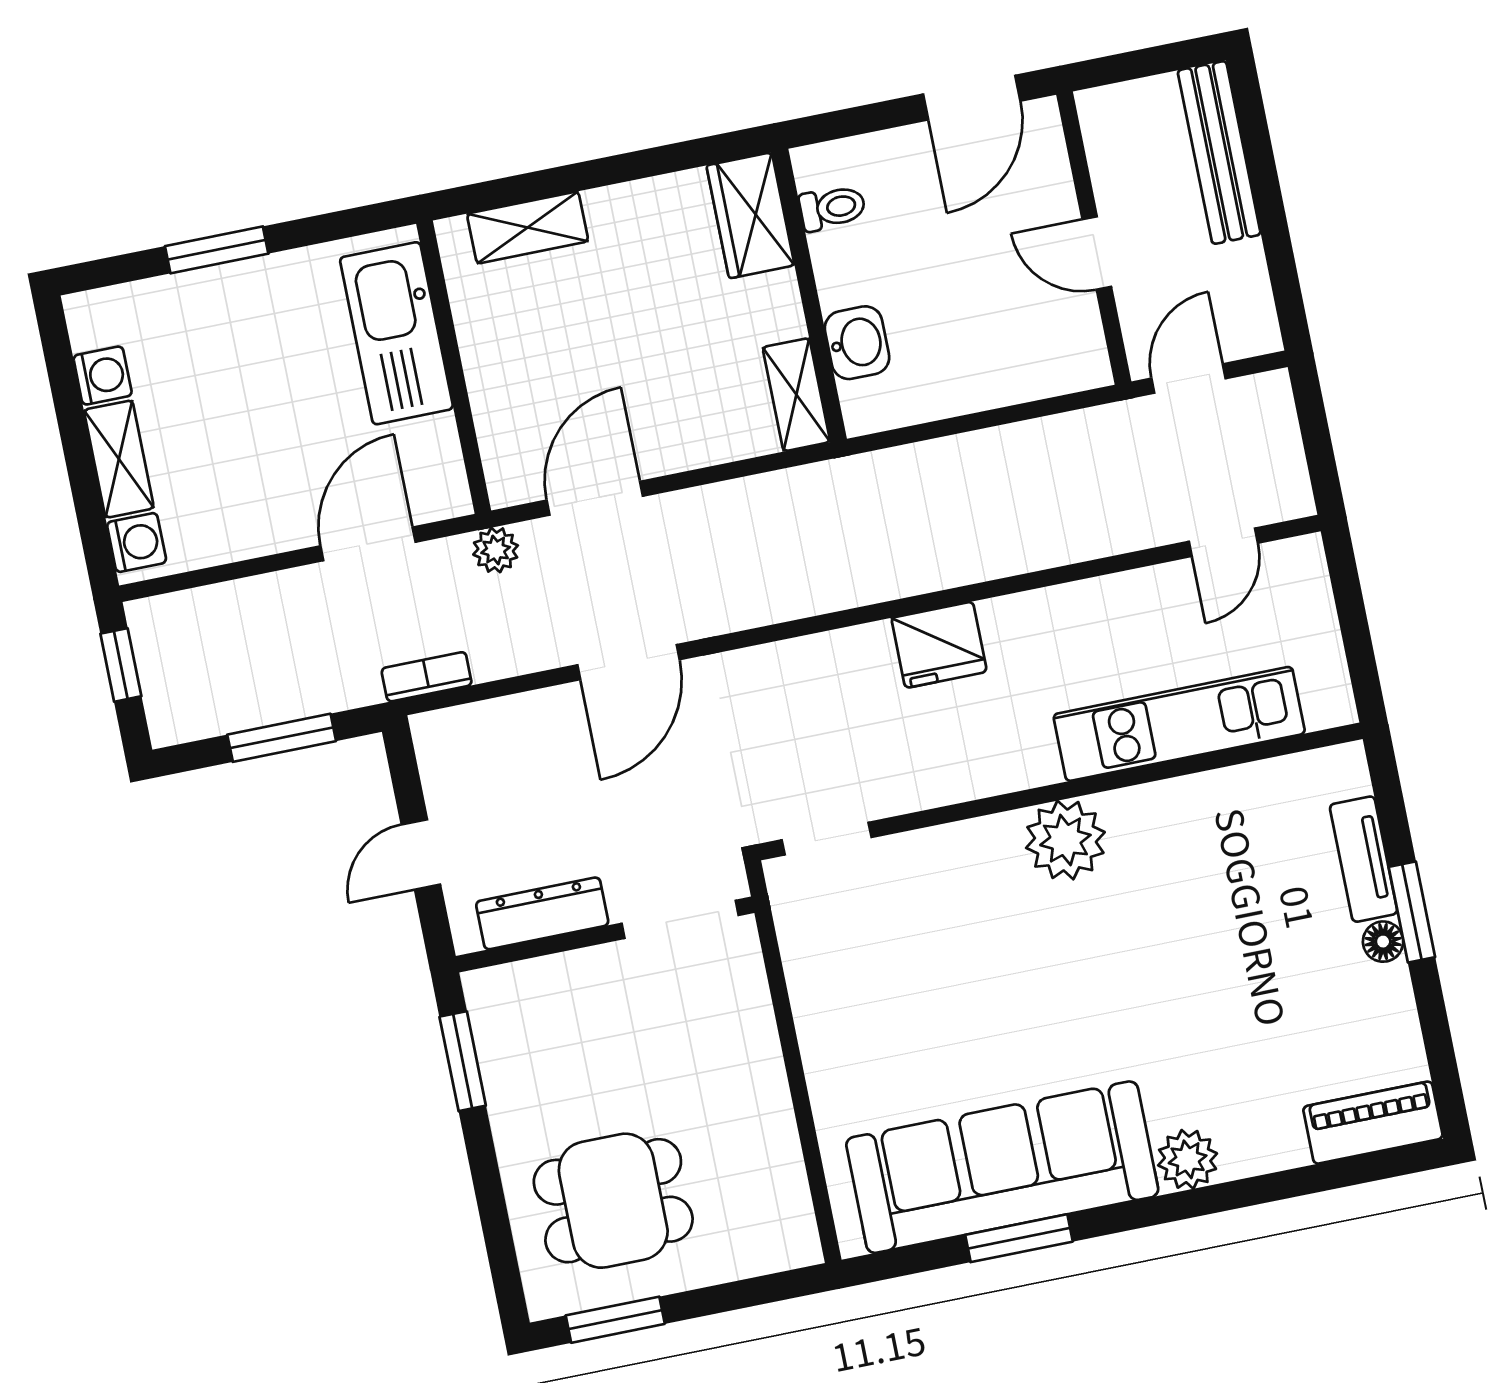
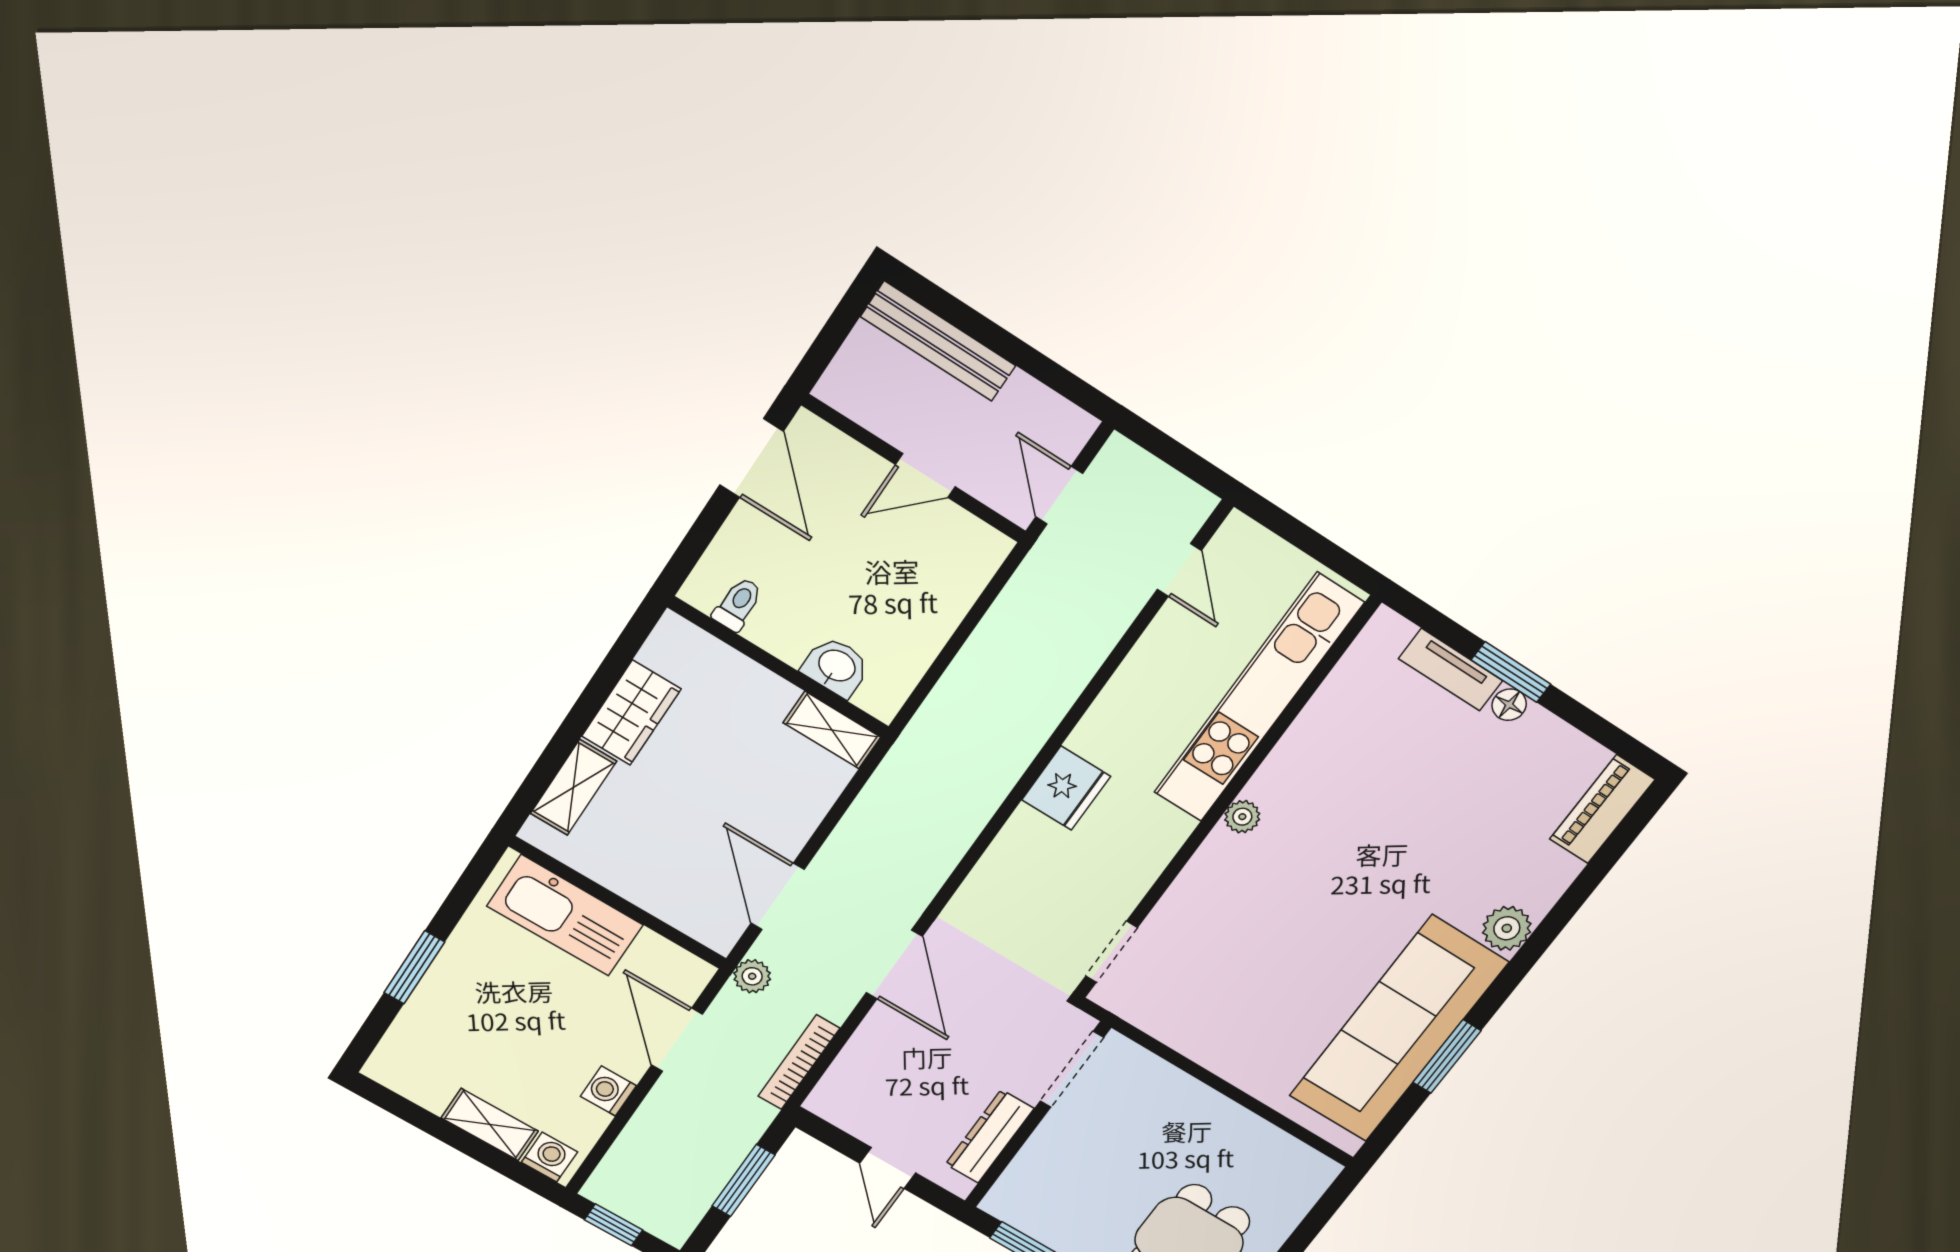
wardrobe: (750, 215) -> (631, 713), moved, turned -90
washing machine: (103, 376) -> (608, 1091), moved, turned -90
bookcase: (427, 677) -> (799, 1062), width x1.56
kitchen unit: (1179, 724) -> (1258, 698), width x1.36
plant: (1065, 840) -> (1242, 817), width x0.53, depth x0.53

